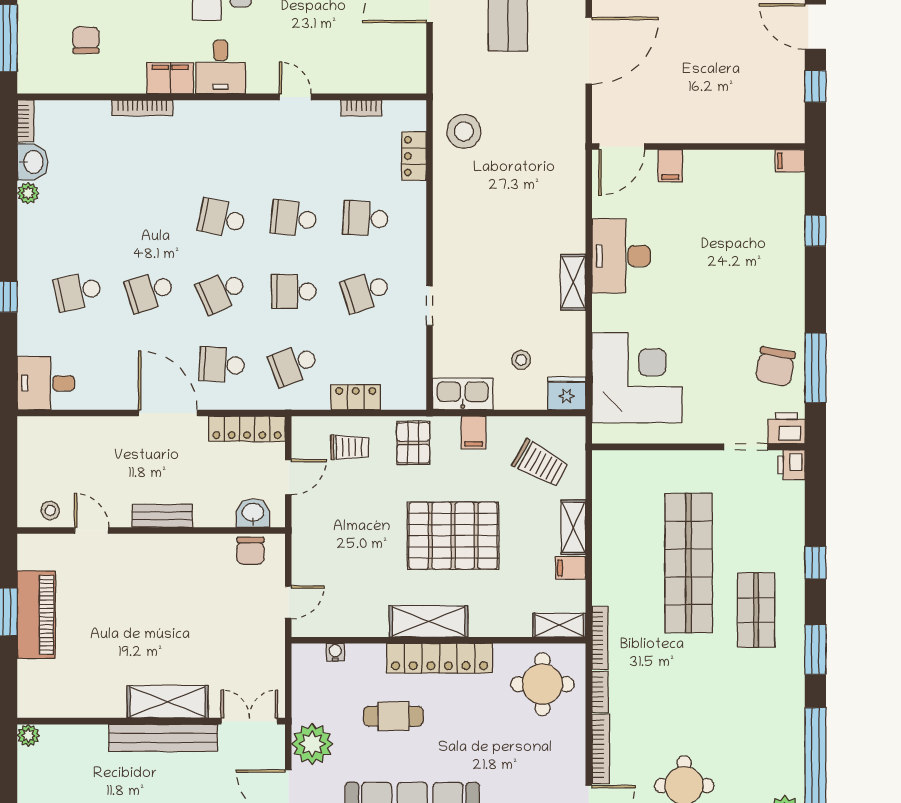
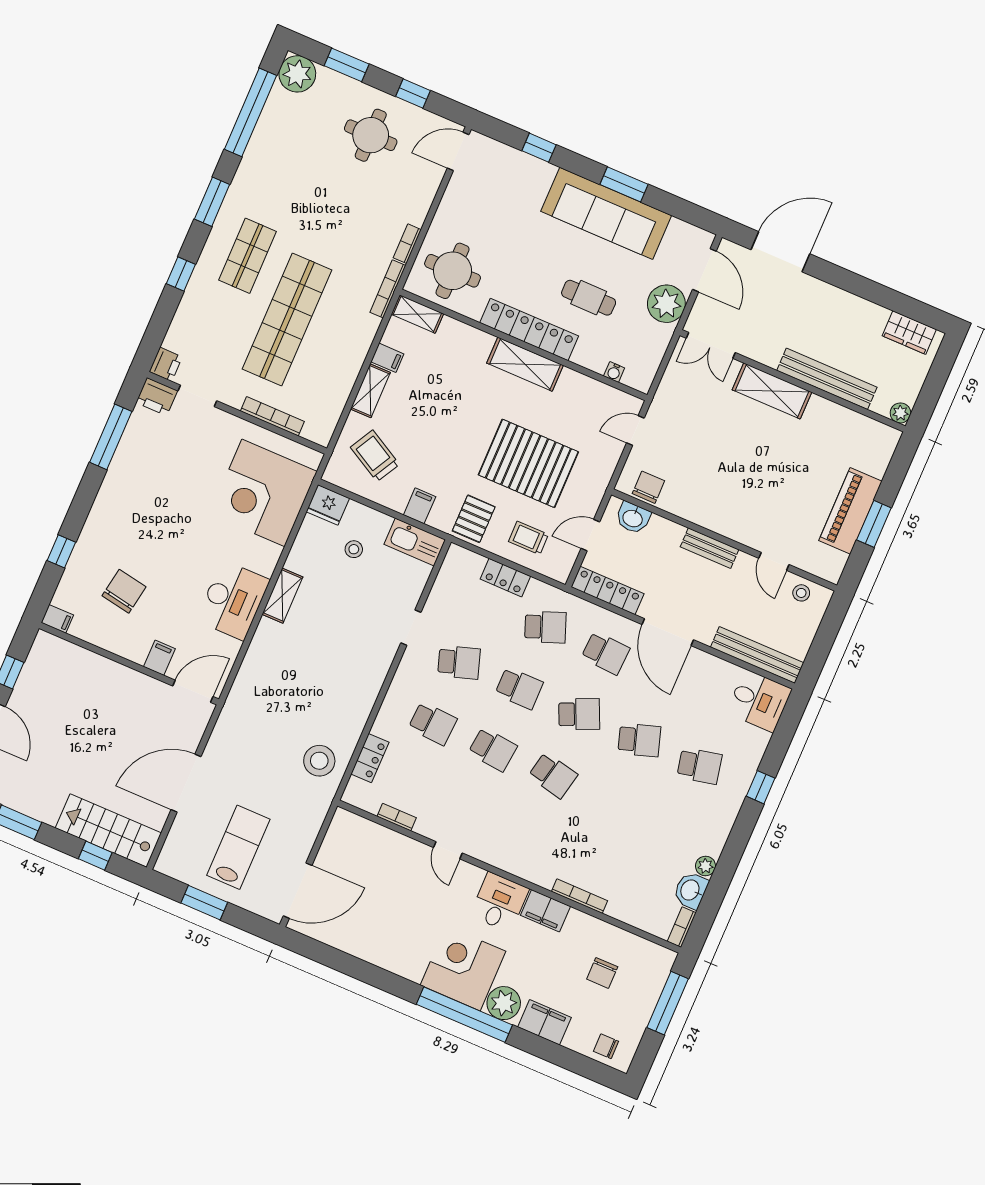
chair: (775, 367) -> (124, 591), moved
bench: (68, 429) -> (757, 655), added
pallet: (453, 536) -> (528, 463), moved
bench: (163, 738) -> (827, 379), moved
bookcase: (601, 749) -> (272, 416), moved, turned 90

